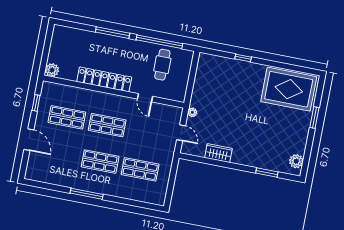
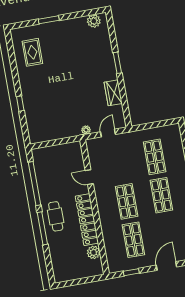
cafe table: (162, 65) -> (56, 216), moved, turned 90
plant: (52, 70) -> (94, 252), moved
rug: (289, 89) -> (32, 52), width x0.54, depth x0.49
door: (145, 98) -> (89, 177), swing flipped
window: (267, 173) -> (117, 63), moved

